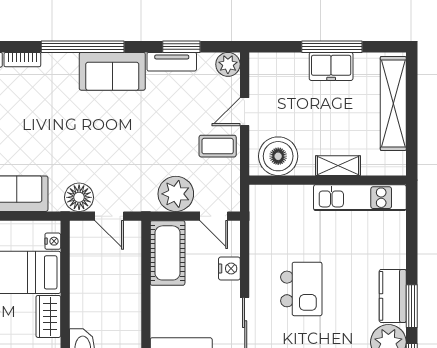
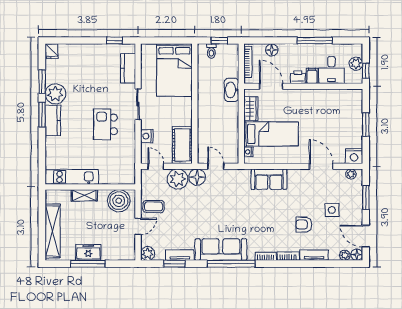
sofa: (112, 71) -> (221, 250), width x1.36
floor lamp: (79, 197) -> (197, 177), moved

